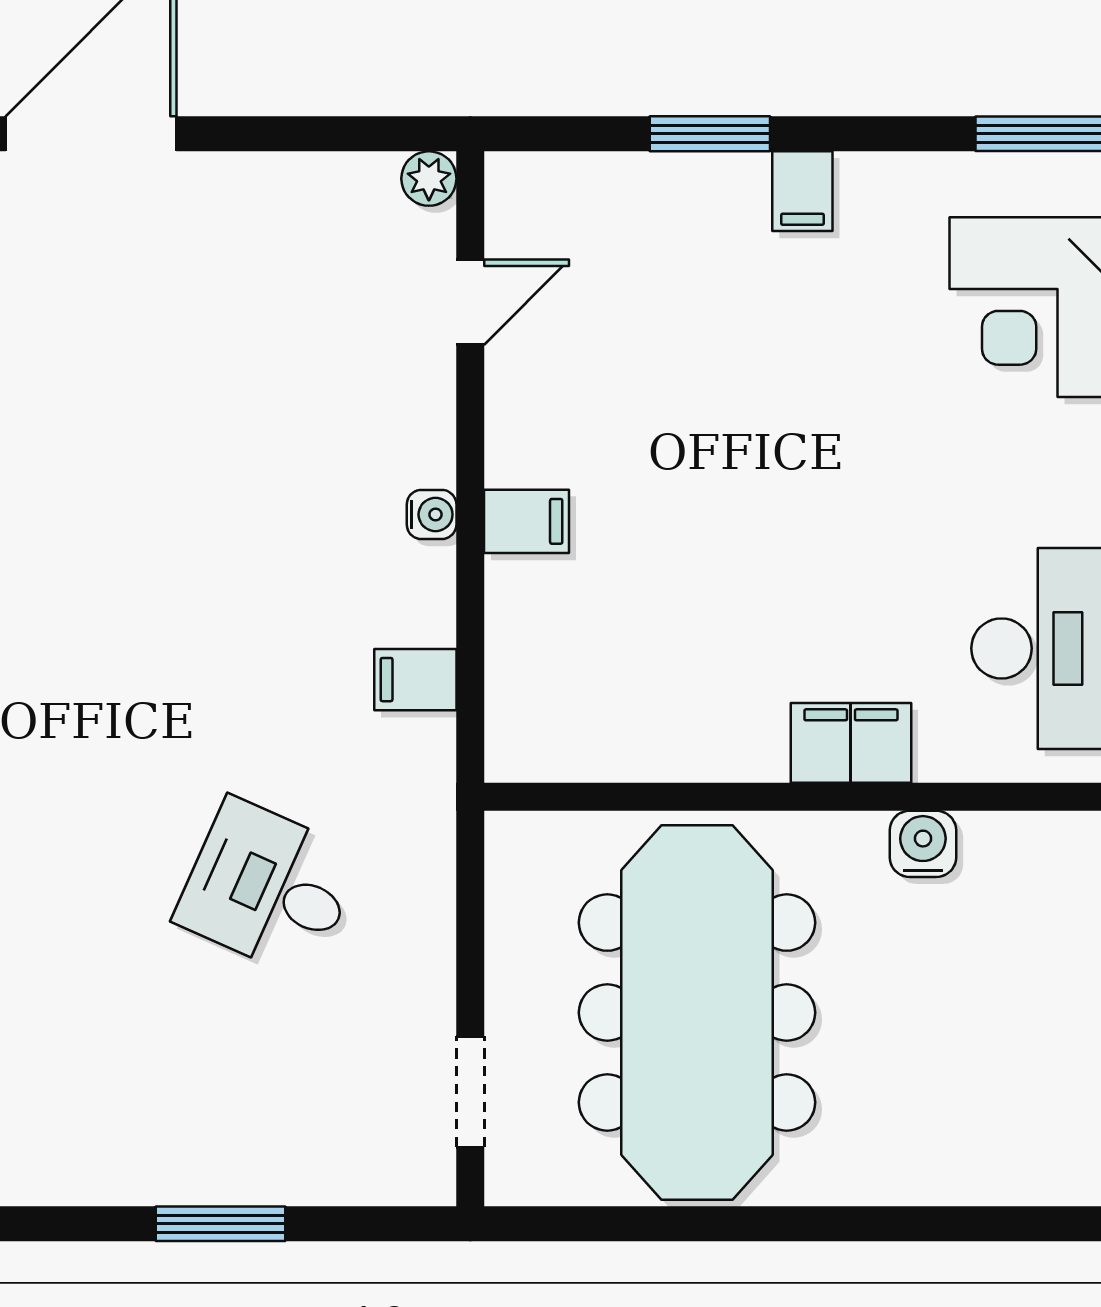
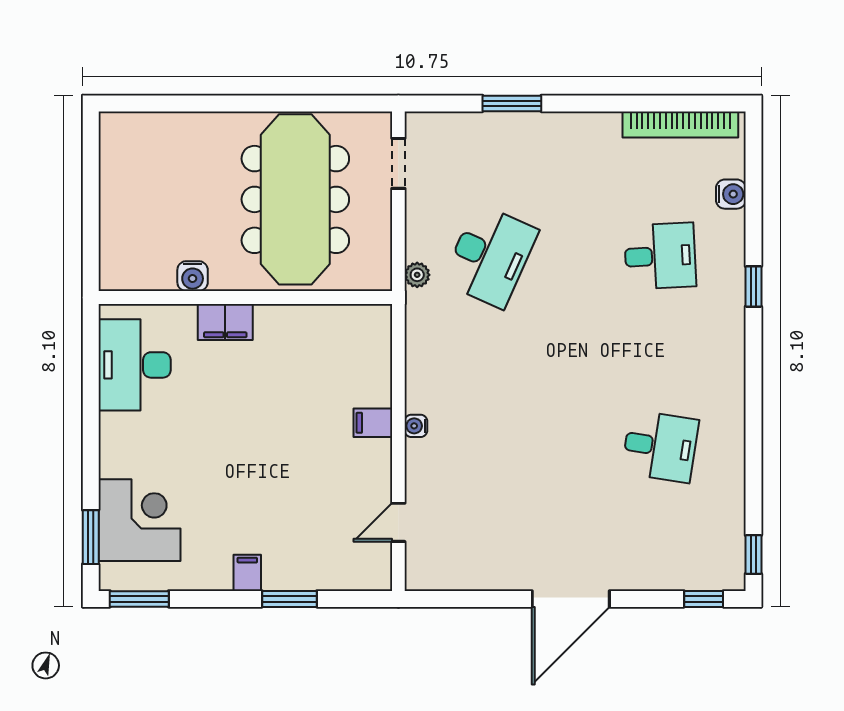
plant: (429, 179) -> (417, 275), moved
filing cabinet: (415, 680) -> (423, 351), removed
desk: (268, 888) -> (490, 256), width x1.37

